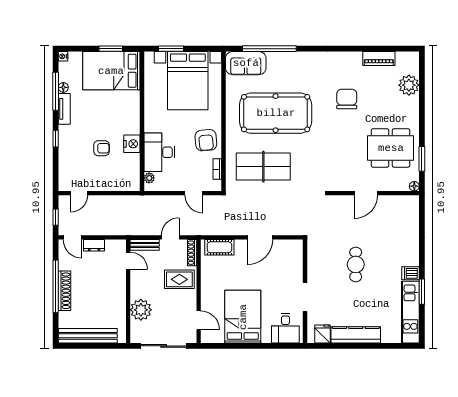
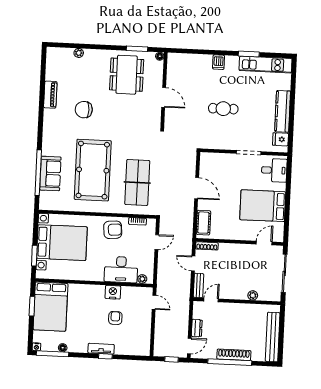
piano: (379, 59) -> (50, 95), moved
sofa: (246, 63) -> (50, 173), moved
plant: (409, 85) -> (79, 53), width x0.53, depth x0.53
window: (56, 91) -> (52, 354), moved
tv unit: (64, 109) -> (101, 349), moved
door: (79, 193) -> (154, 302), moved
dishwasher: (411, 273) -> (219, 62), moved
rug: (179, 279) -> (229, 258), removed
plant: (141, 310) -> (253, 295), width x0.53, depth x0.53

